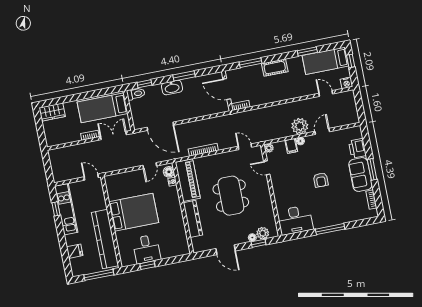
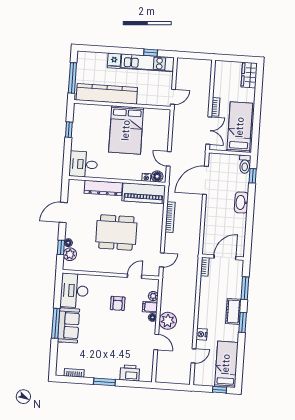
window: (307, 51) -> (243, 322), moved
window: (184, 76) -> (250, 218), removed
nightstand: (346, 83) -> (202, 334), moved
plant: (269, 148) -> (153, 296), moved
sofa: (360, 175) -> (69, 325), moved, turned 90
armchair: (321, 180) -> (118, 303), moved, turned -90
desk: (146, 249) -> (83, 164), moved
fridge: (75, 251) -> (114, 61), moved

